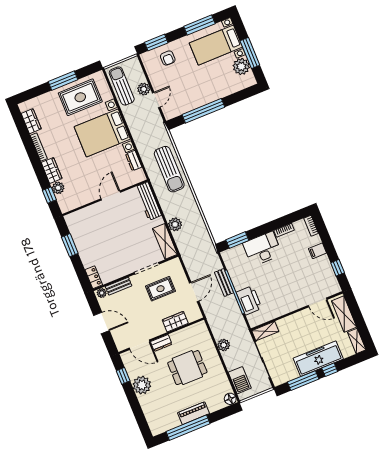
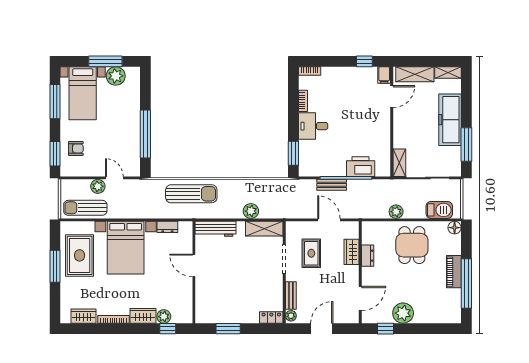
desk: (262, 249) -> (313, 126), width x0.73
filing cabinet: (317, 251) -> (384, 75), moved
dresser: (161, 343) -> (368, 256), moved
dining table: (187, 368) -> (412, 245), moved
window: (330, 370) -> (466, 113), removed

